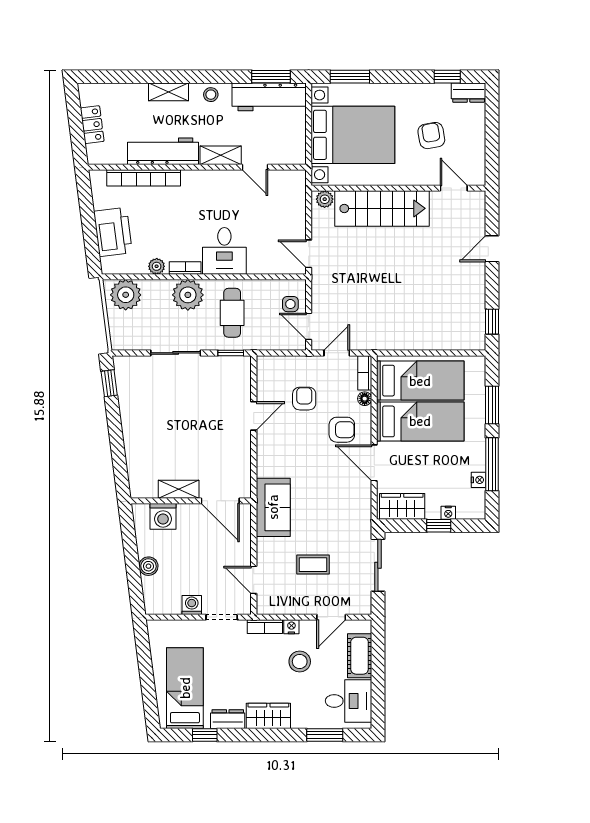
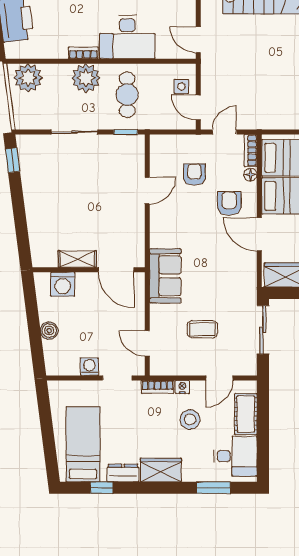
desk: (224, 251) -> (127, 37), width x1.37
plant: (157, 266) -> (57, 51), removed
armchair: (342, 430) -> (229, 203), turned -91

